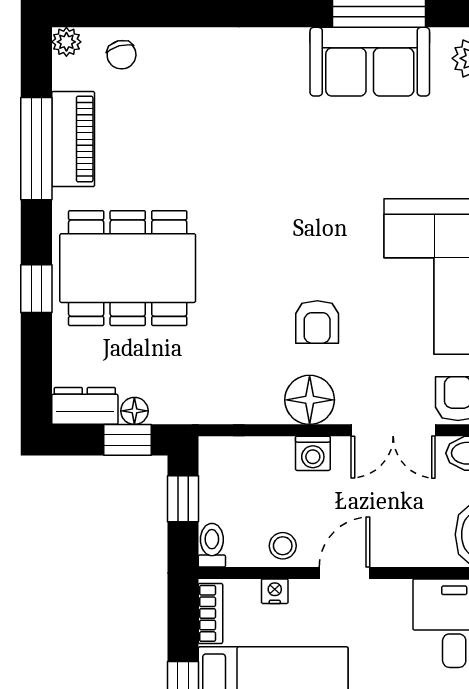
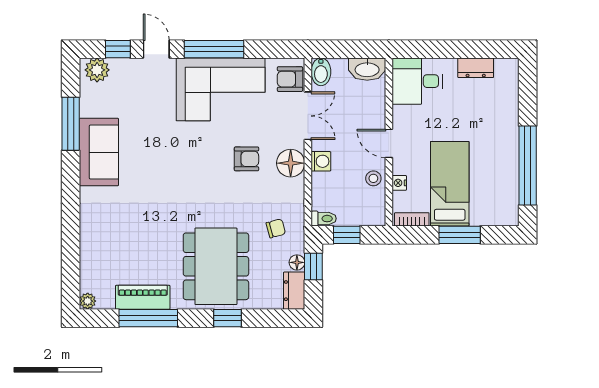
chair: (122, 55) -> (276, 228), moved
sofa: (370, 62) -> (99, 152), moved
toilet: (212, 545) -> (324, 219), moved, turned 180

